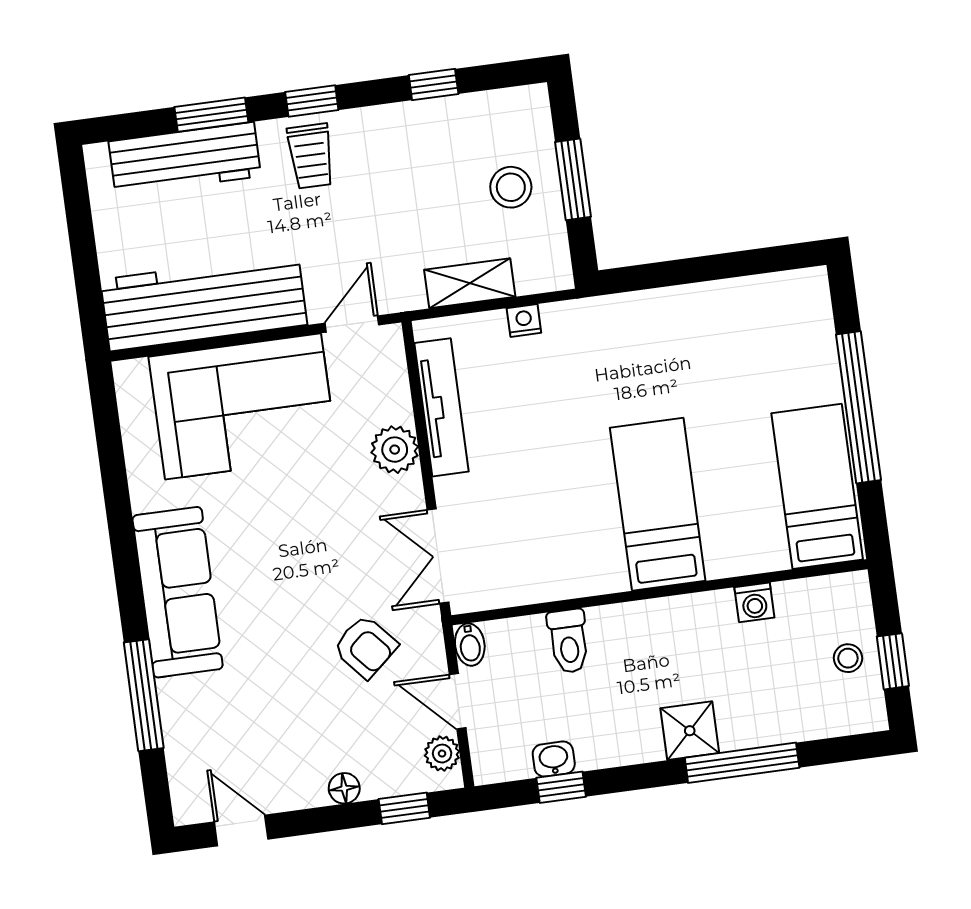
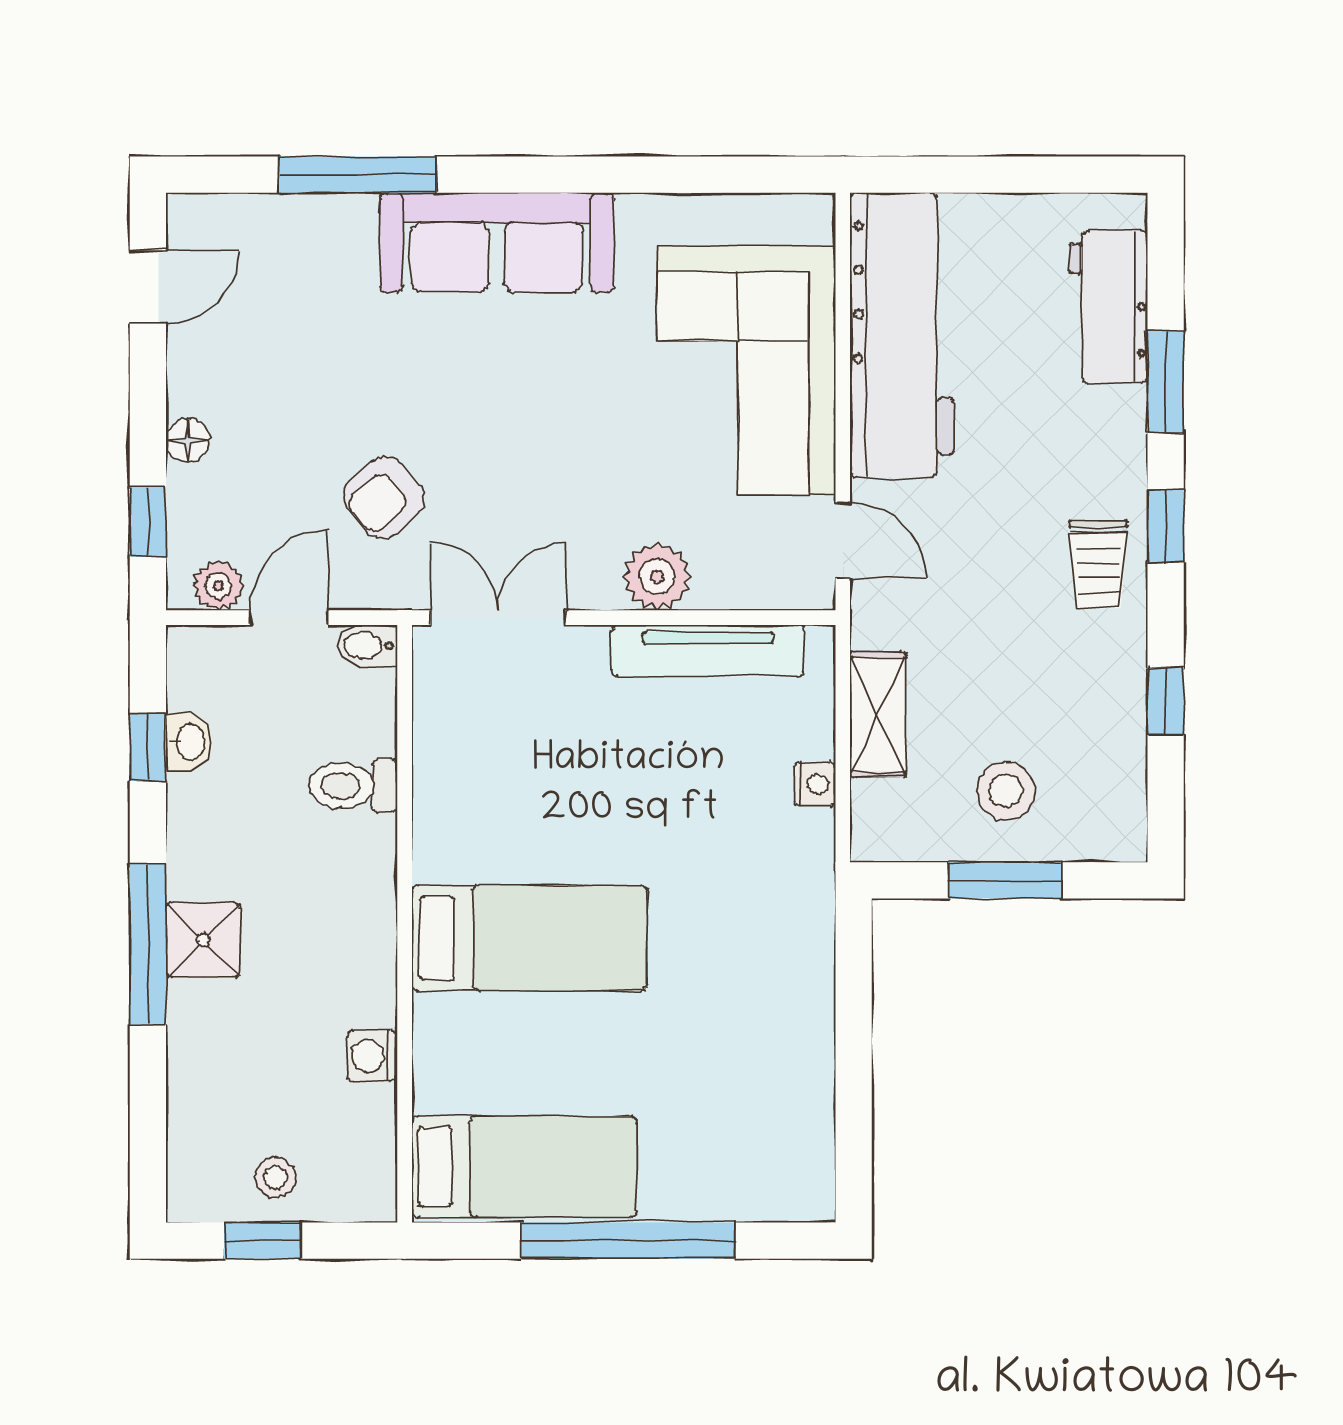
trolley: (311, 156) -> (1098, 564), moved, turned -90
workbench: (185, 159) -> (1108, 307), width x0.73
window: (742, 763) -> (148, 944), moved

